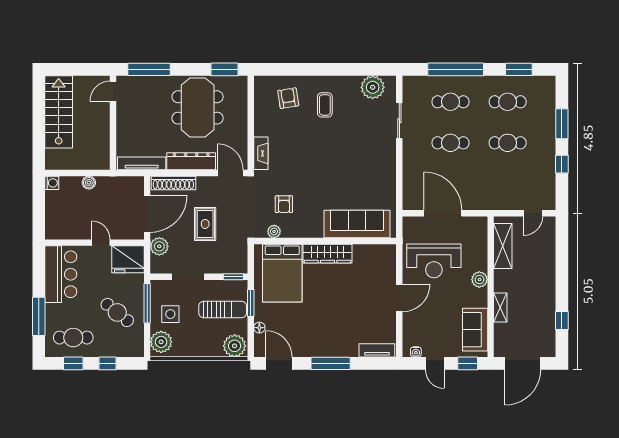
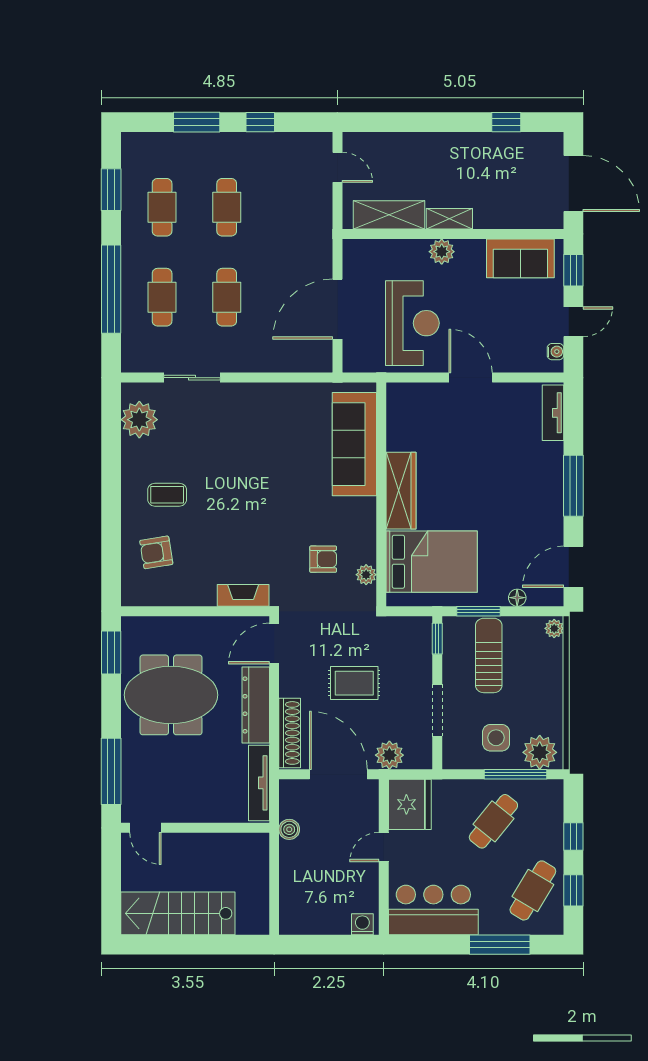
washing machine: (52, 183) -> (362, 924), moved
boiler: (89, 183) -> (289, 829), moved
window: (147, 303) -> (515, 774), moved
shelving: (500, 308) -> (449, 219), moved
cafe table: (73, 338) -> (533, 890), turned 31
plant: (235, 346) -> (554, 628), width x0.53, depth x0.53

